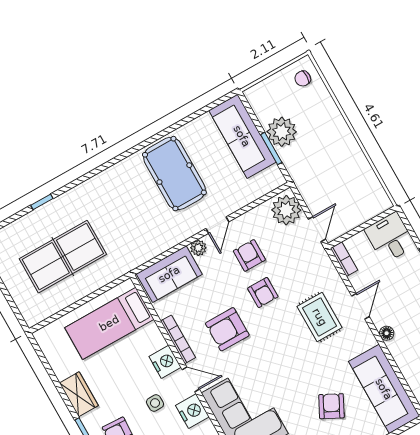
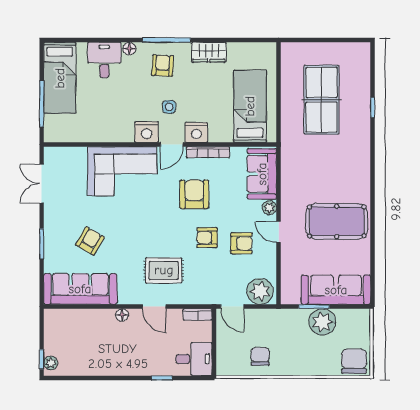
chair: (303, 78) -> (354, 361), width x1.87, depth x1.87
chair: (350, 174) -> (260, 356), added
armchair: (331, 406) -> (90, 241), turned -87

